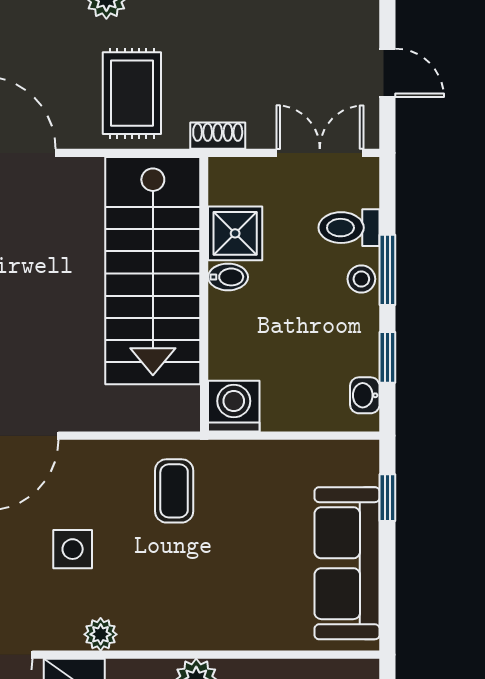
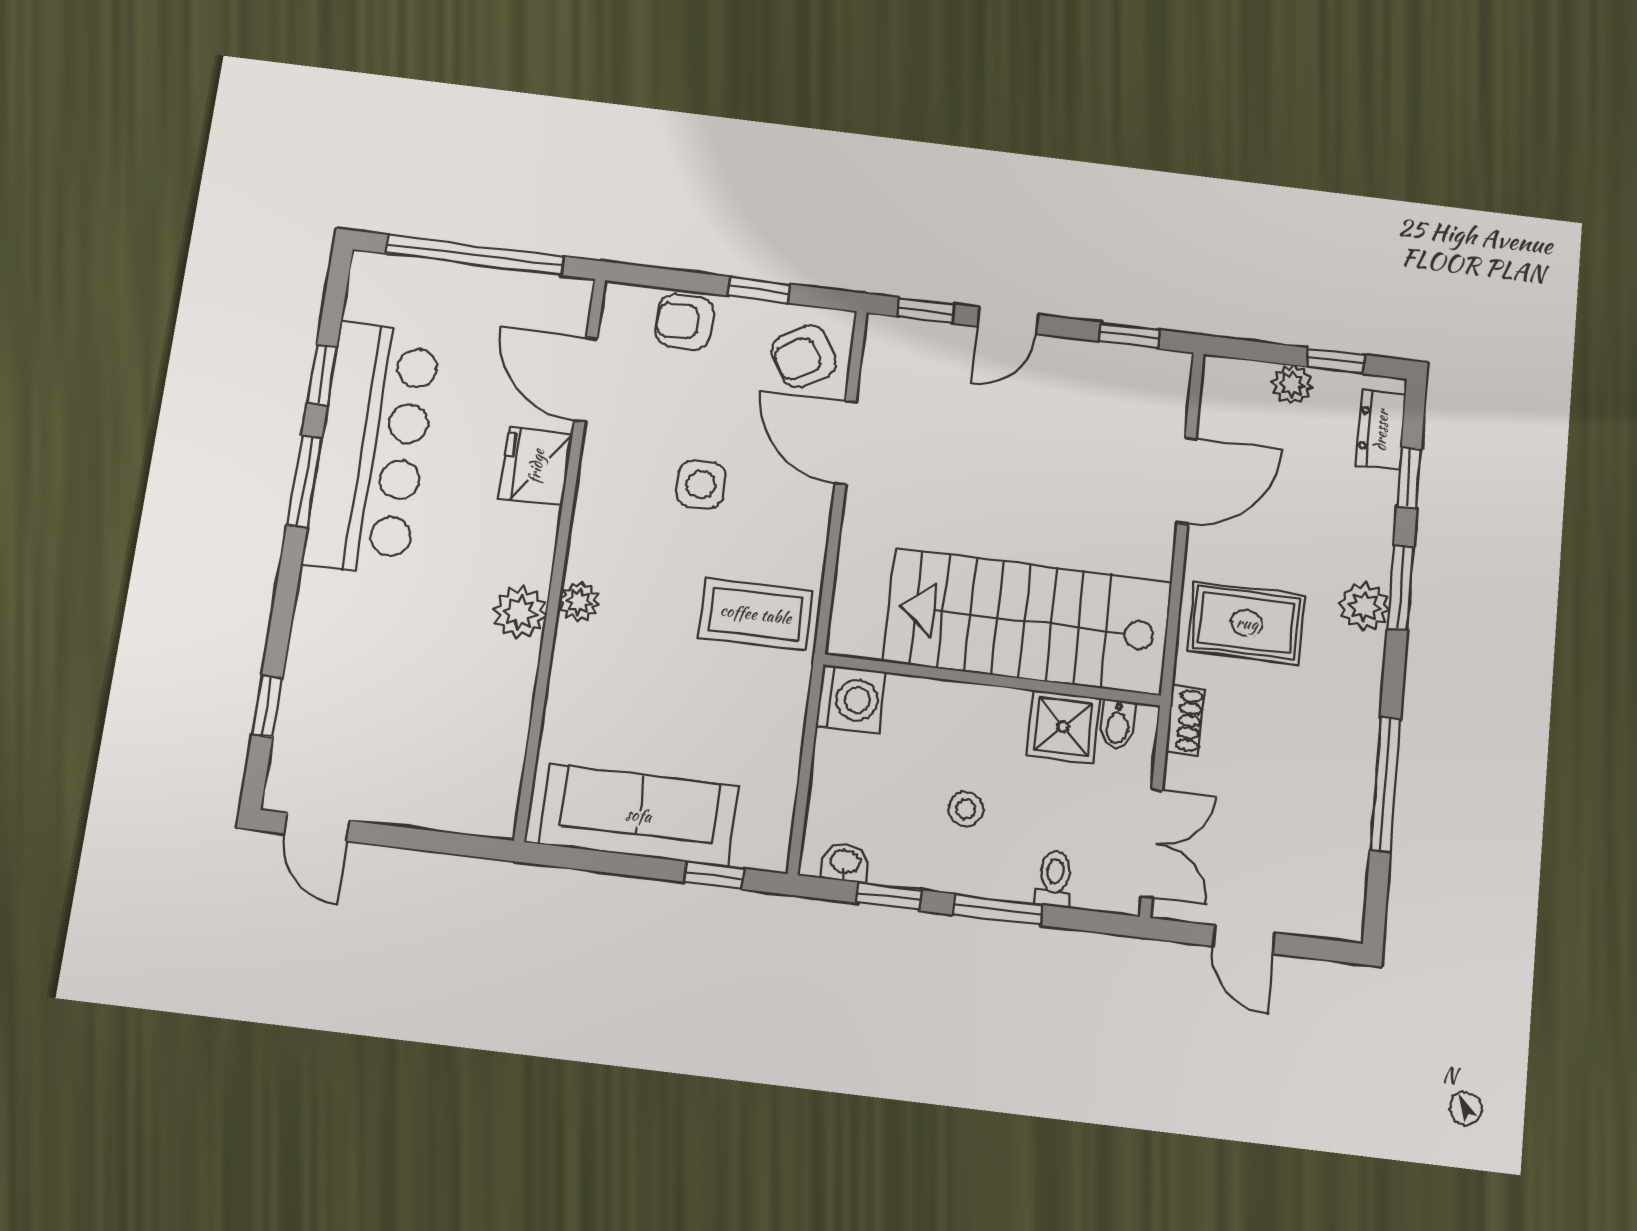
door: (387, 73) -> (1244, 940), hinge flipped
toilet: (349, 228) -> (1055, 879), width x0.73, depth x0.72
bidet: (228, 277) -> (1117, 725), moved
stool: (361, 279) -> (966, 809), moved
coffee table: (174, 491) -> (756, 614), width x1.36, depth x1.30
plant: (101, 634) -> (579, 602), moved

